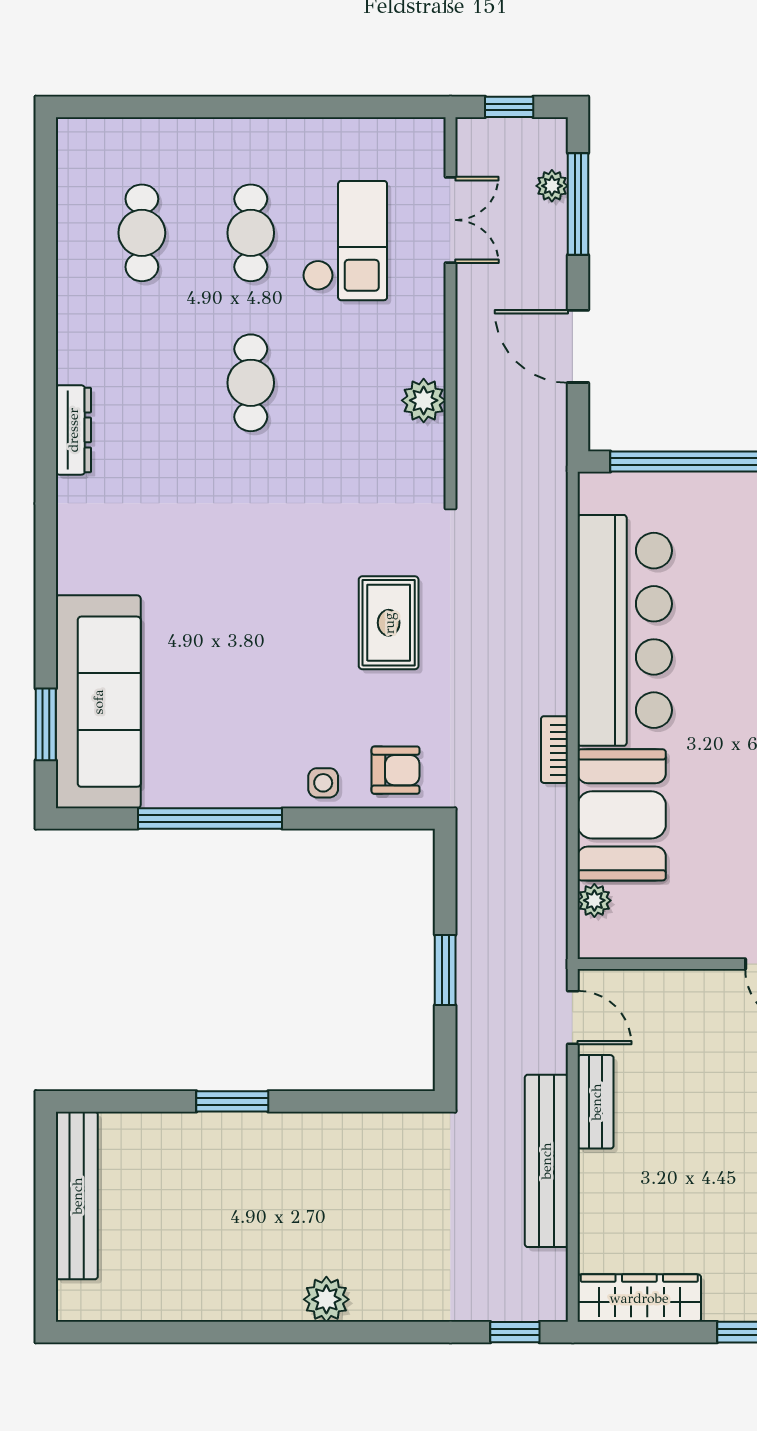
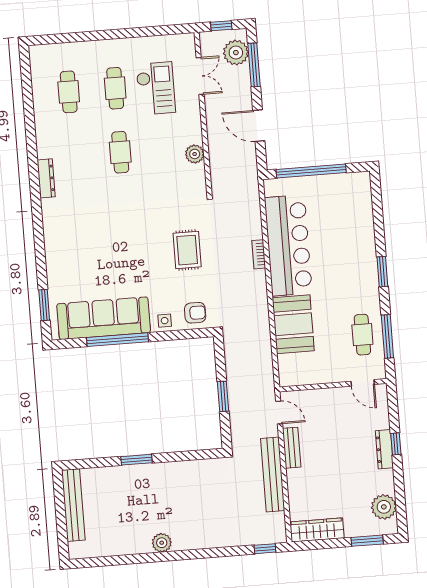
plant: (552, 186) -> (236, 53), width x1.88, depth x1.88
sofa: (98, 702) -> (104, 318), moved, turned -90
bookcase: (554, 750) -> (259, 254), moved
plant: (594, 900) -> (284, 362), removed
plant: (326, 1299) -> (162, 543), moved

